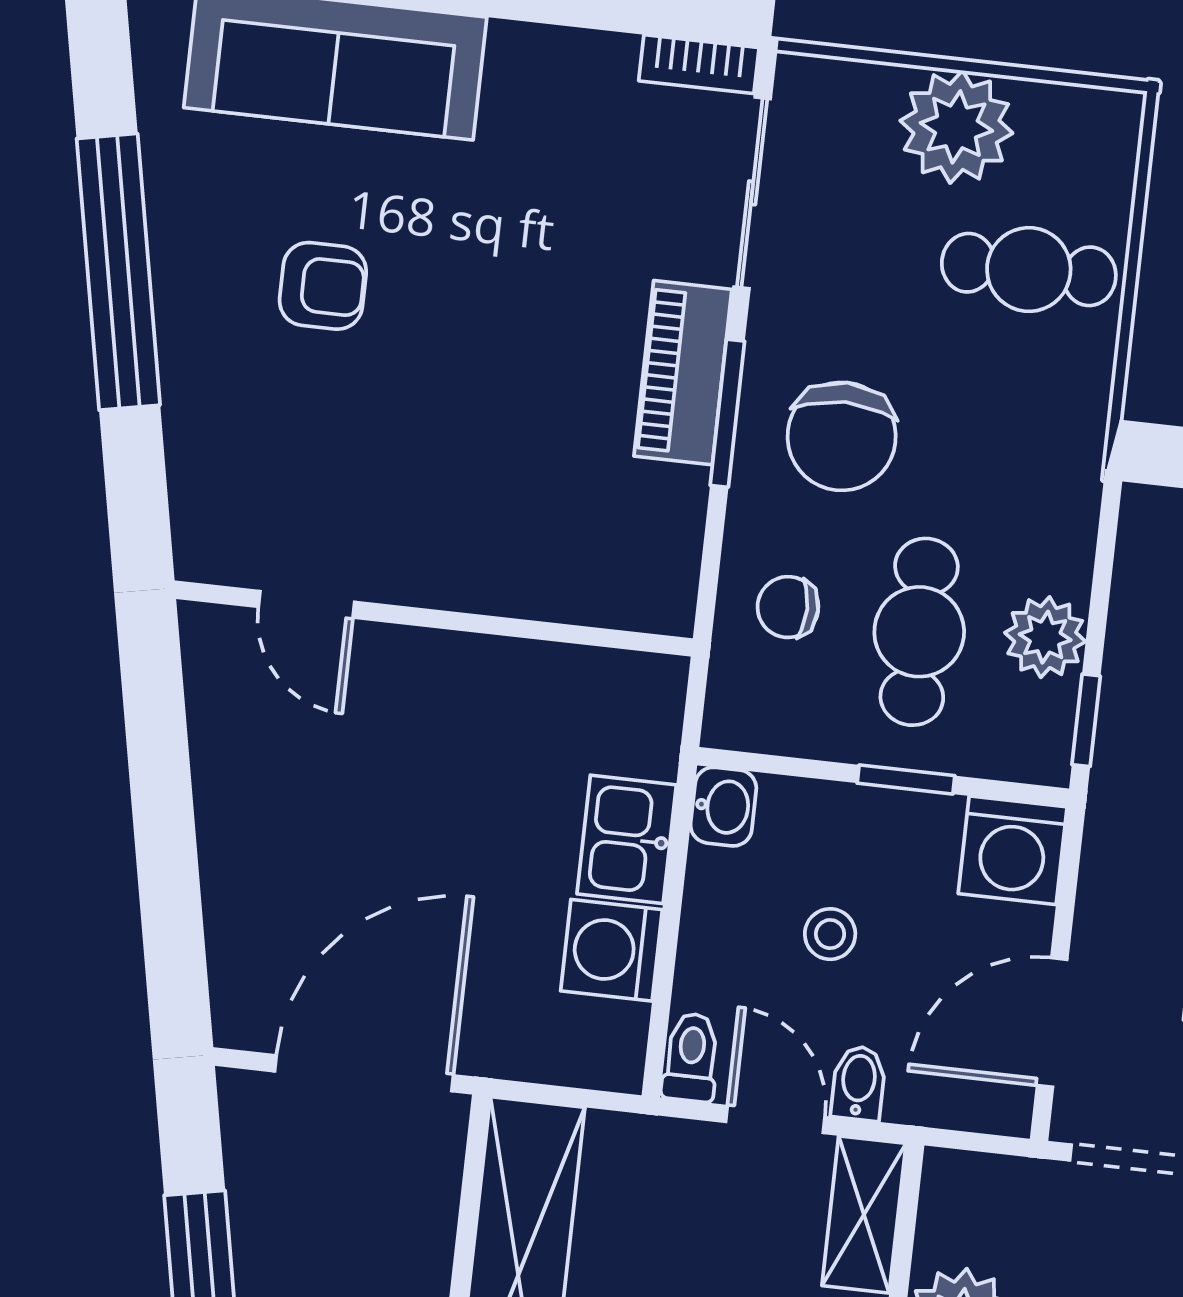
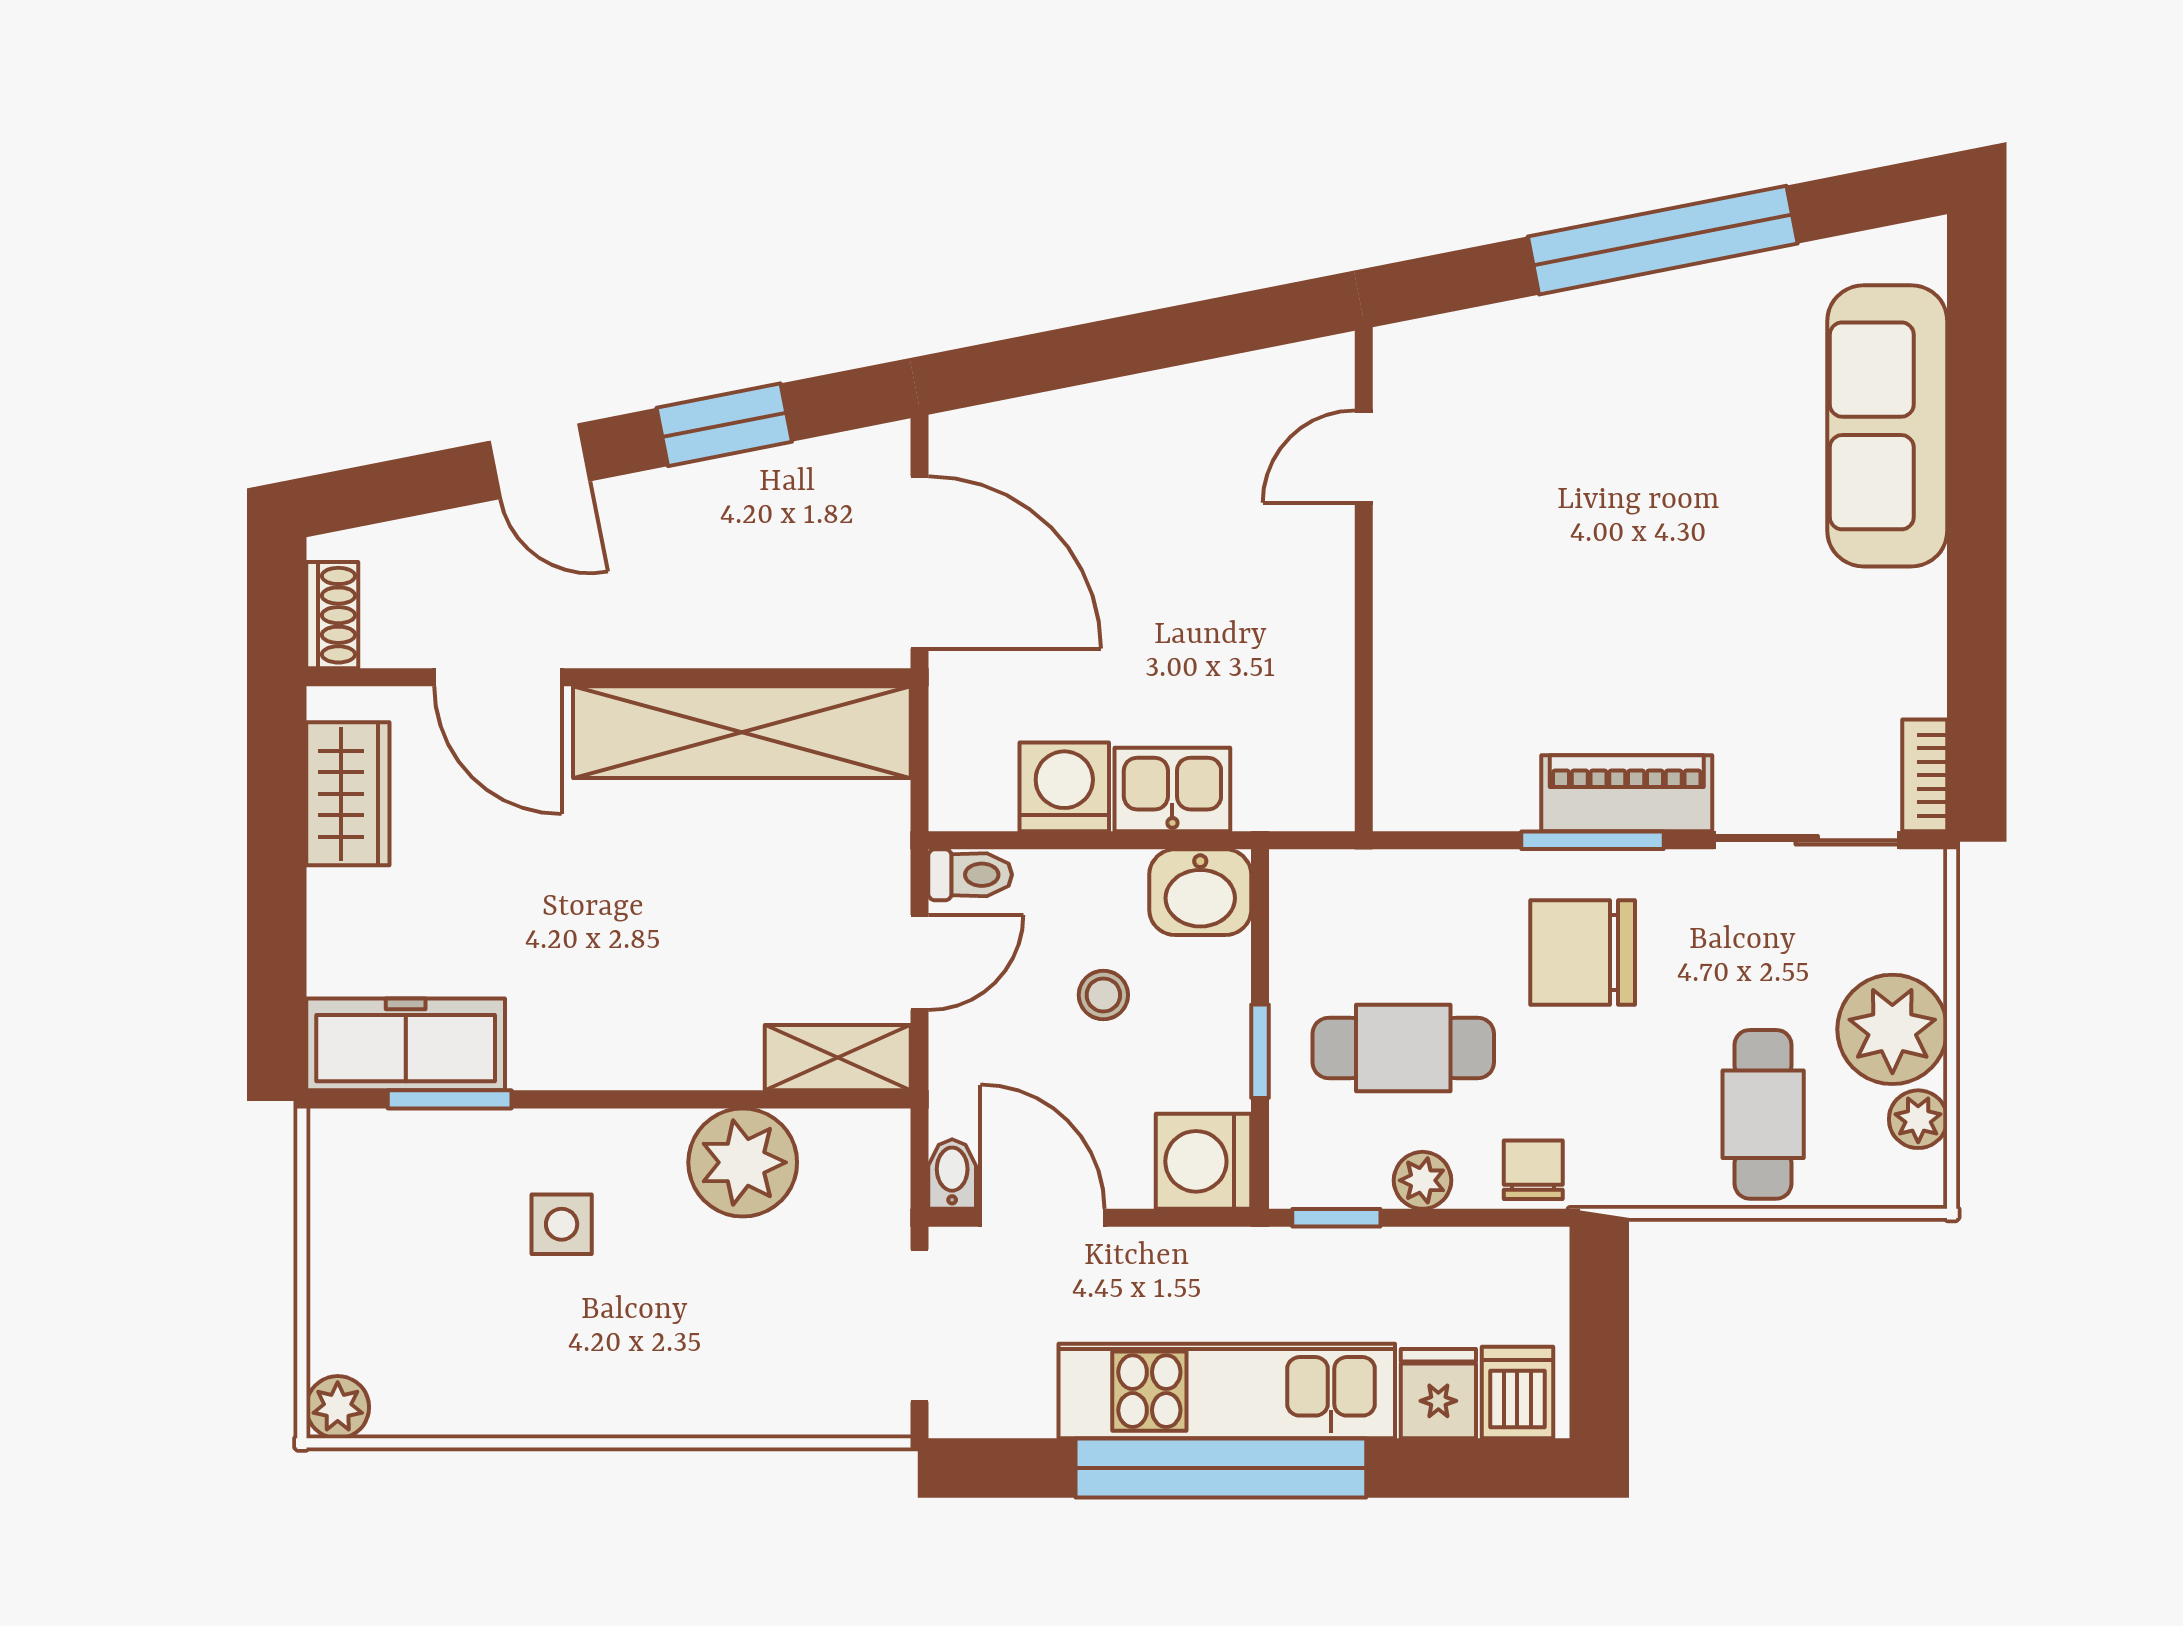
plant: (1052, 111) -> (1918, 1119), added
armchair: (323, 286) -> (1671, 438), removed
chair: (788, 607) -> (1533, 1170), moved
plant: (1045, 637) -> (1423, 1180), width x0.73, depth x0.73
washbasin: (723, 807) -> (1200, 892), width x1.38, depth x1.45
bidet: (859, 1083) -> (952, 1174), moved, turned -90

